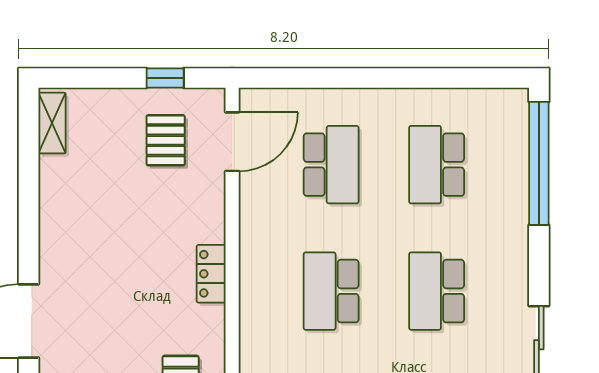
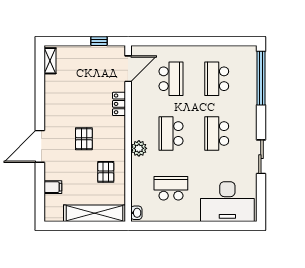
pallet: (166, 140) -> (84, 139), moved
locker: (211, 274) -> (119, 104), moved
plant: (257, 325) -> (139, 148), added

